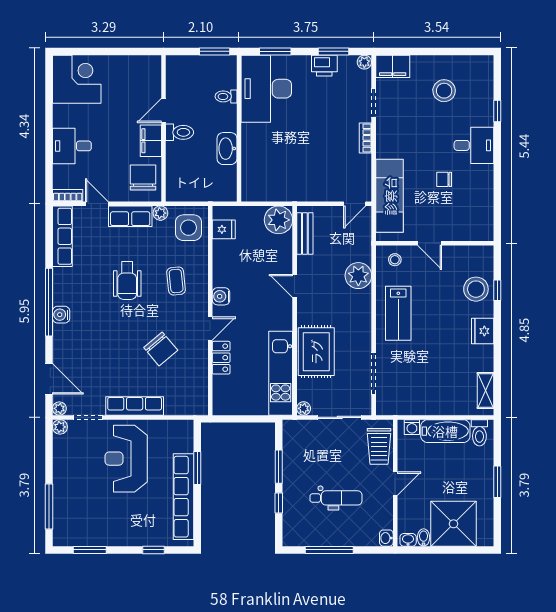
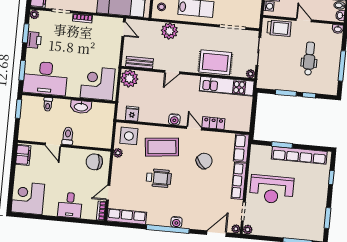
filing cabinet: (151, 141) -> (23, 155), moved, turned -90
corner desk: (266, 171) -> (98, 83), added
row of seats: (130, 216) -> (241, 148), moved, turned 180
coffee table: (176, 281) -> (162, 147), width x1.86, depth x1.72

